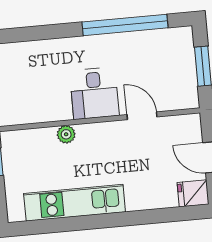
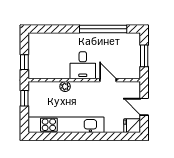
kitchen unit: (75, 203) -> (66, 125), width x1.36

